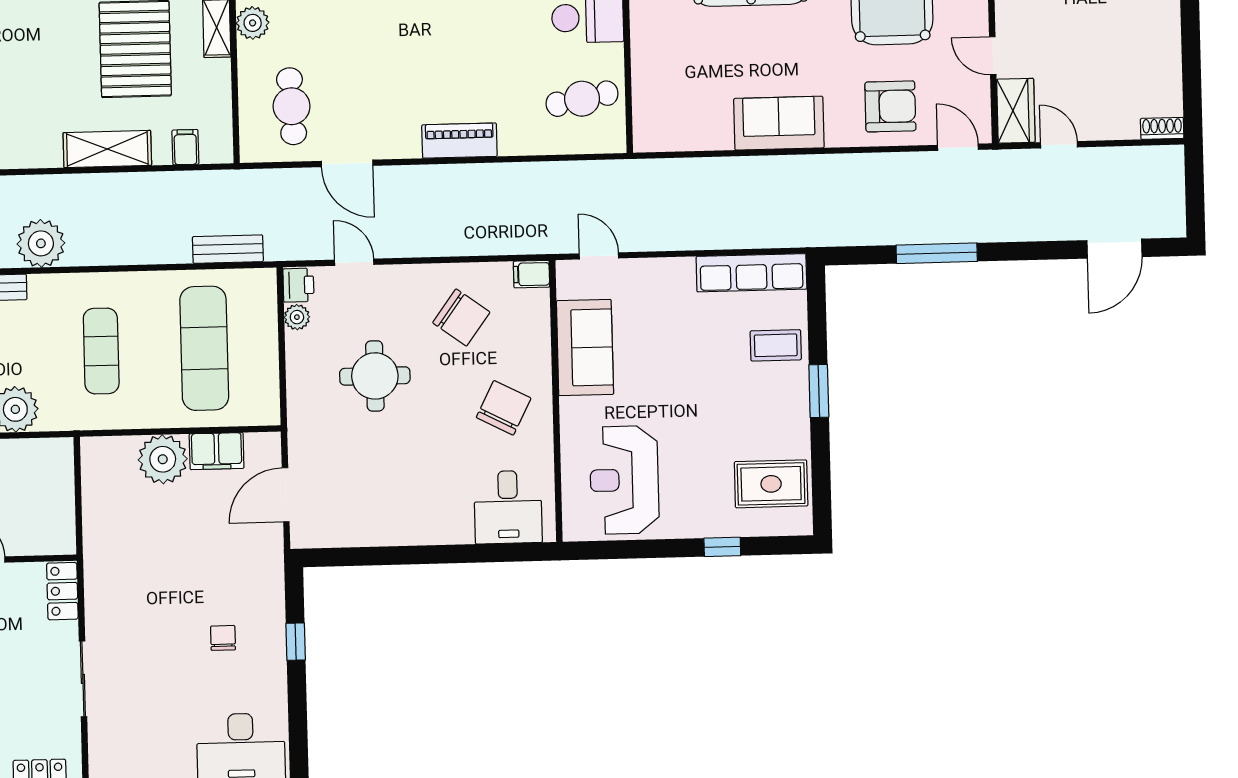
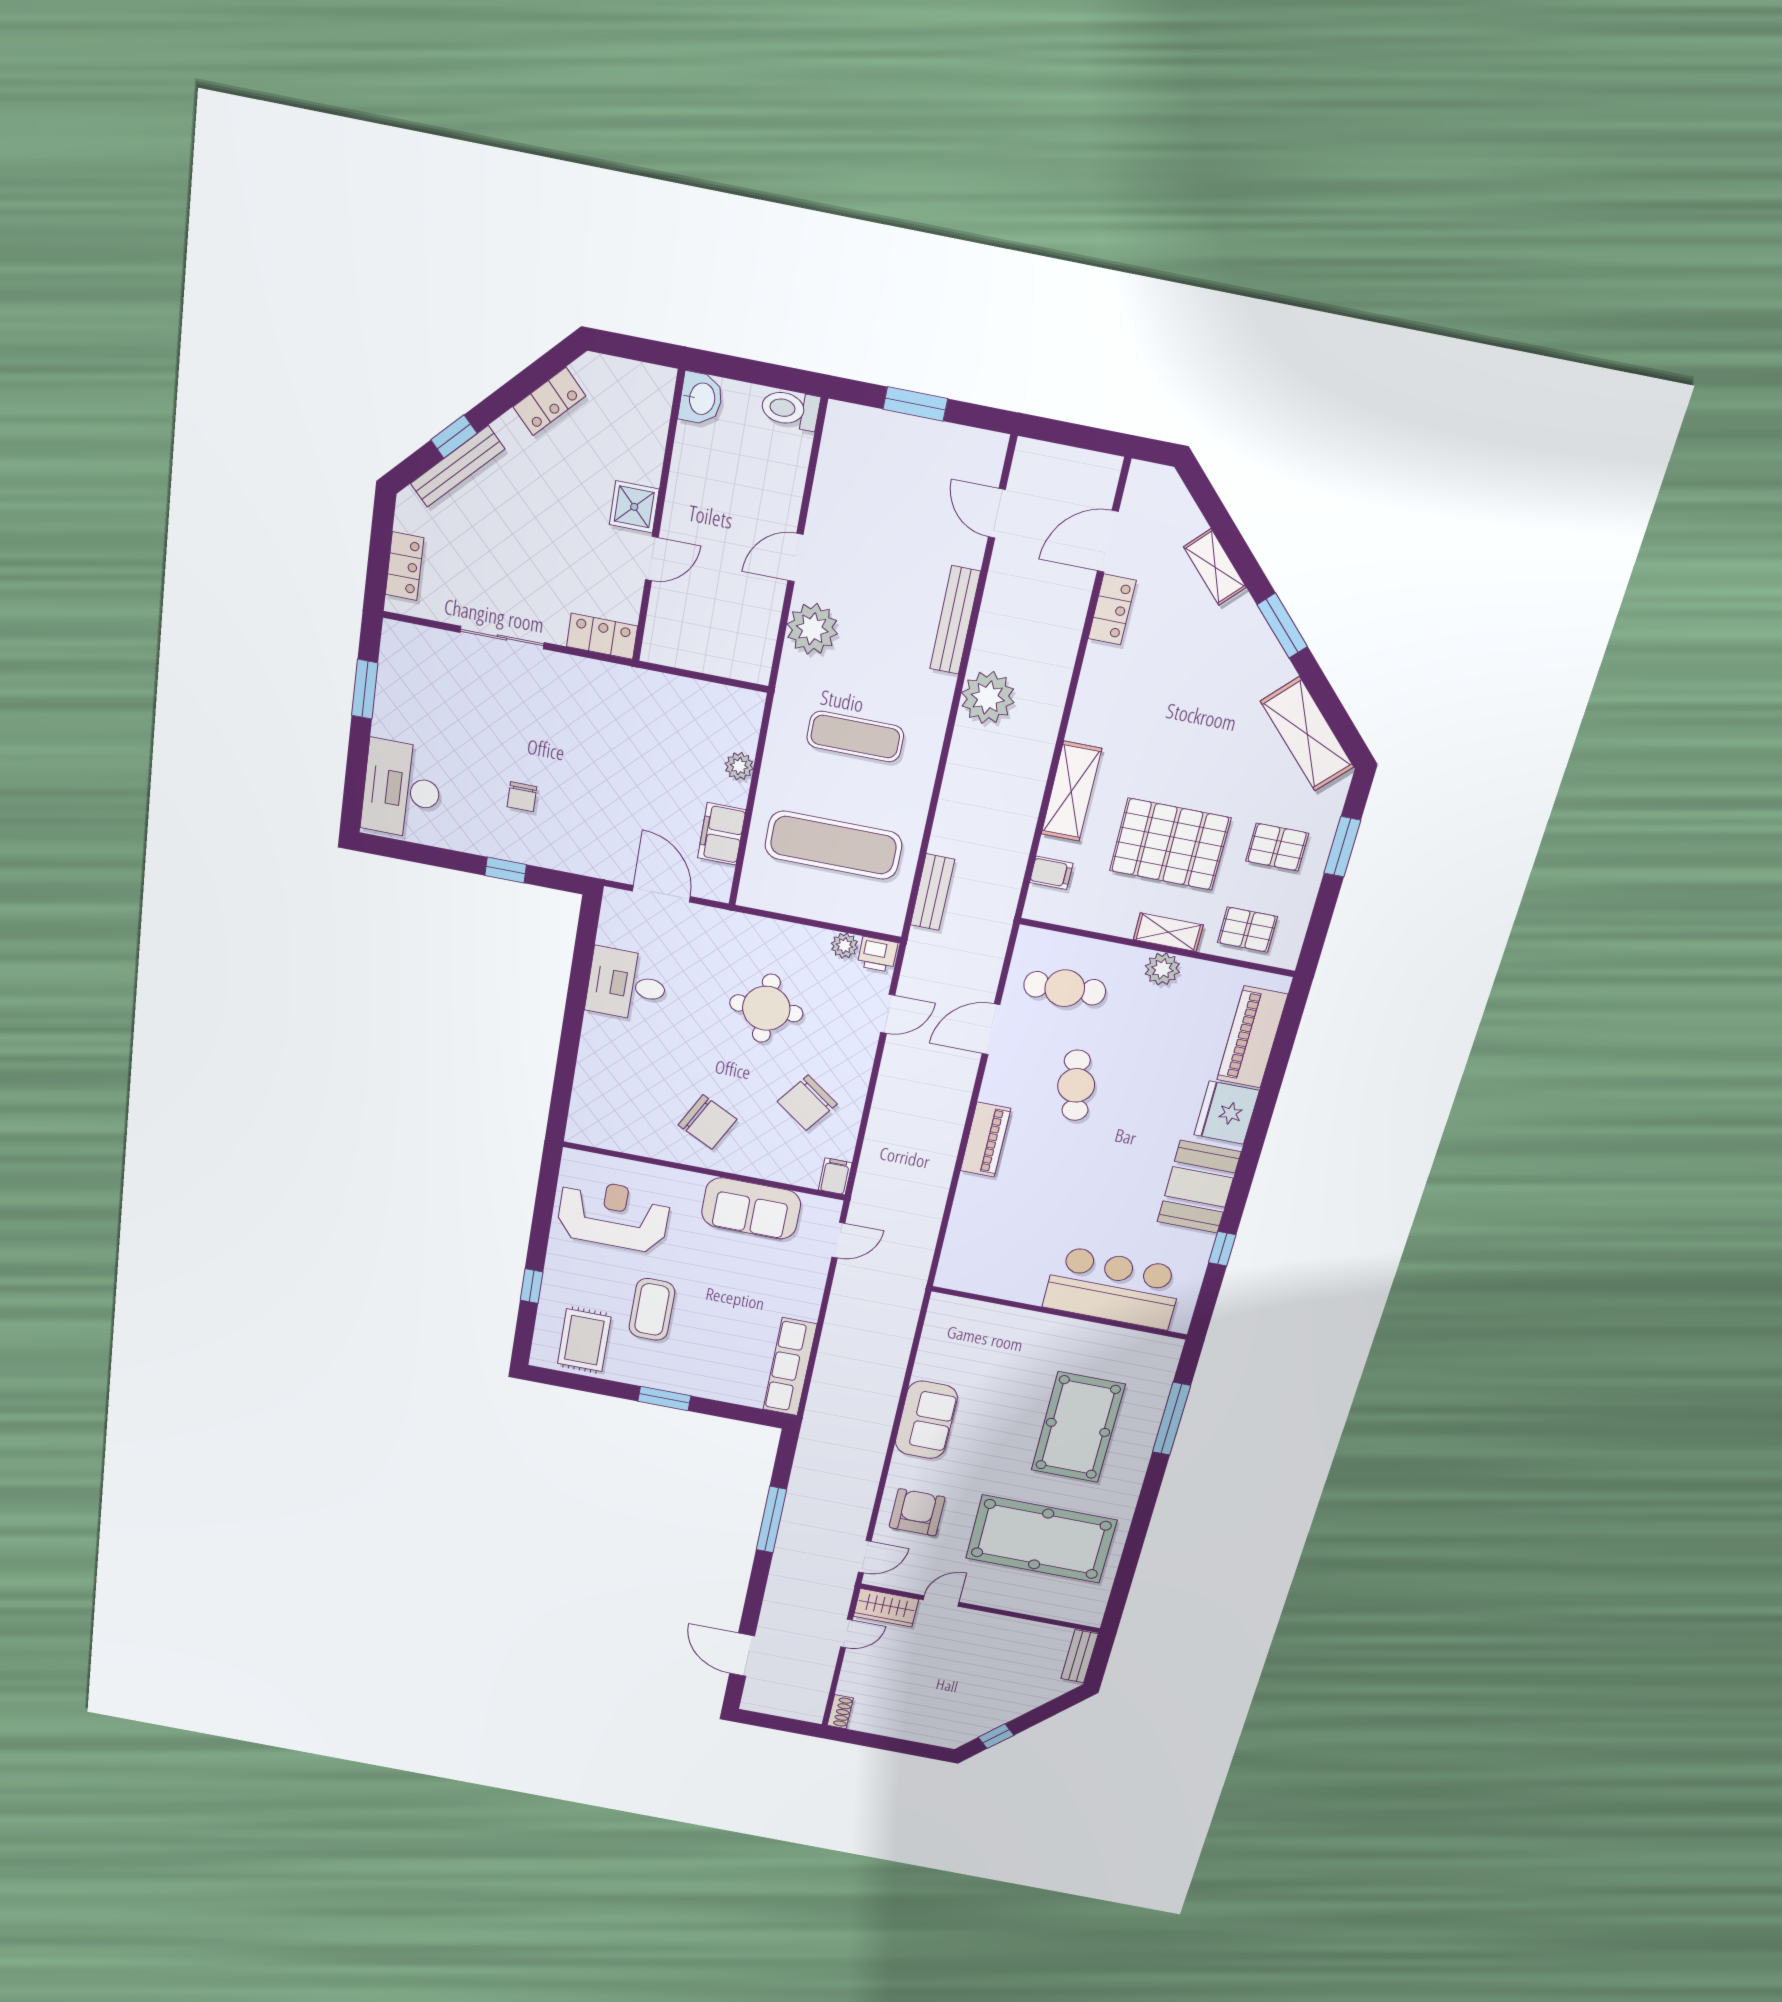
cafe table: (582, 99) -> (1076, 1085), moved
armchair: (890, 106) -> (917, 1512), turned 180
coffee table: (776, 345) -> (652, 1309), moved, width x1.36, depth x1.30
plant: (163, 459) -> (739, 766), width x0.53, depth x0.53
desk: (508, 507) -> (627, 985), moved
chair: (223, 638) -> (522, 797), turned 90

